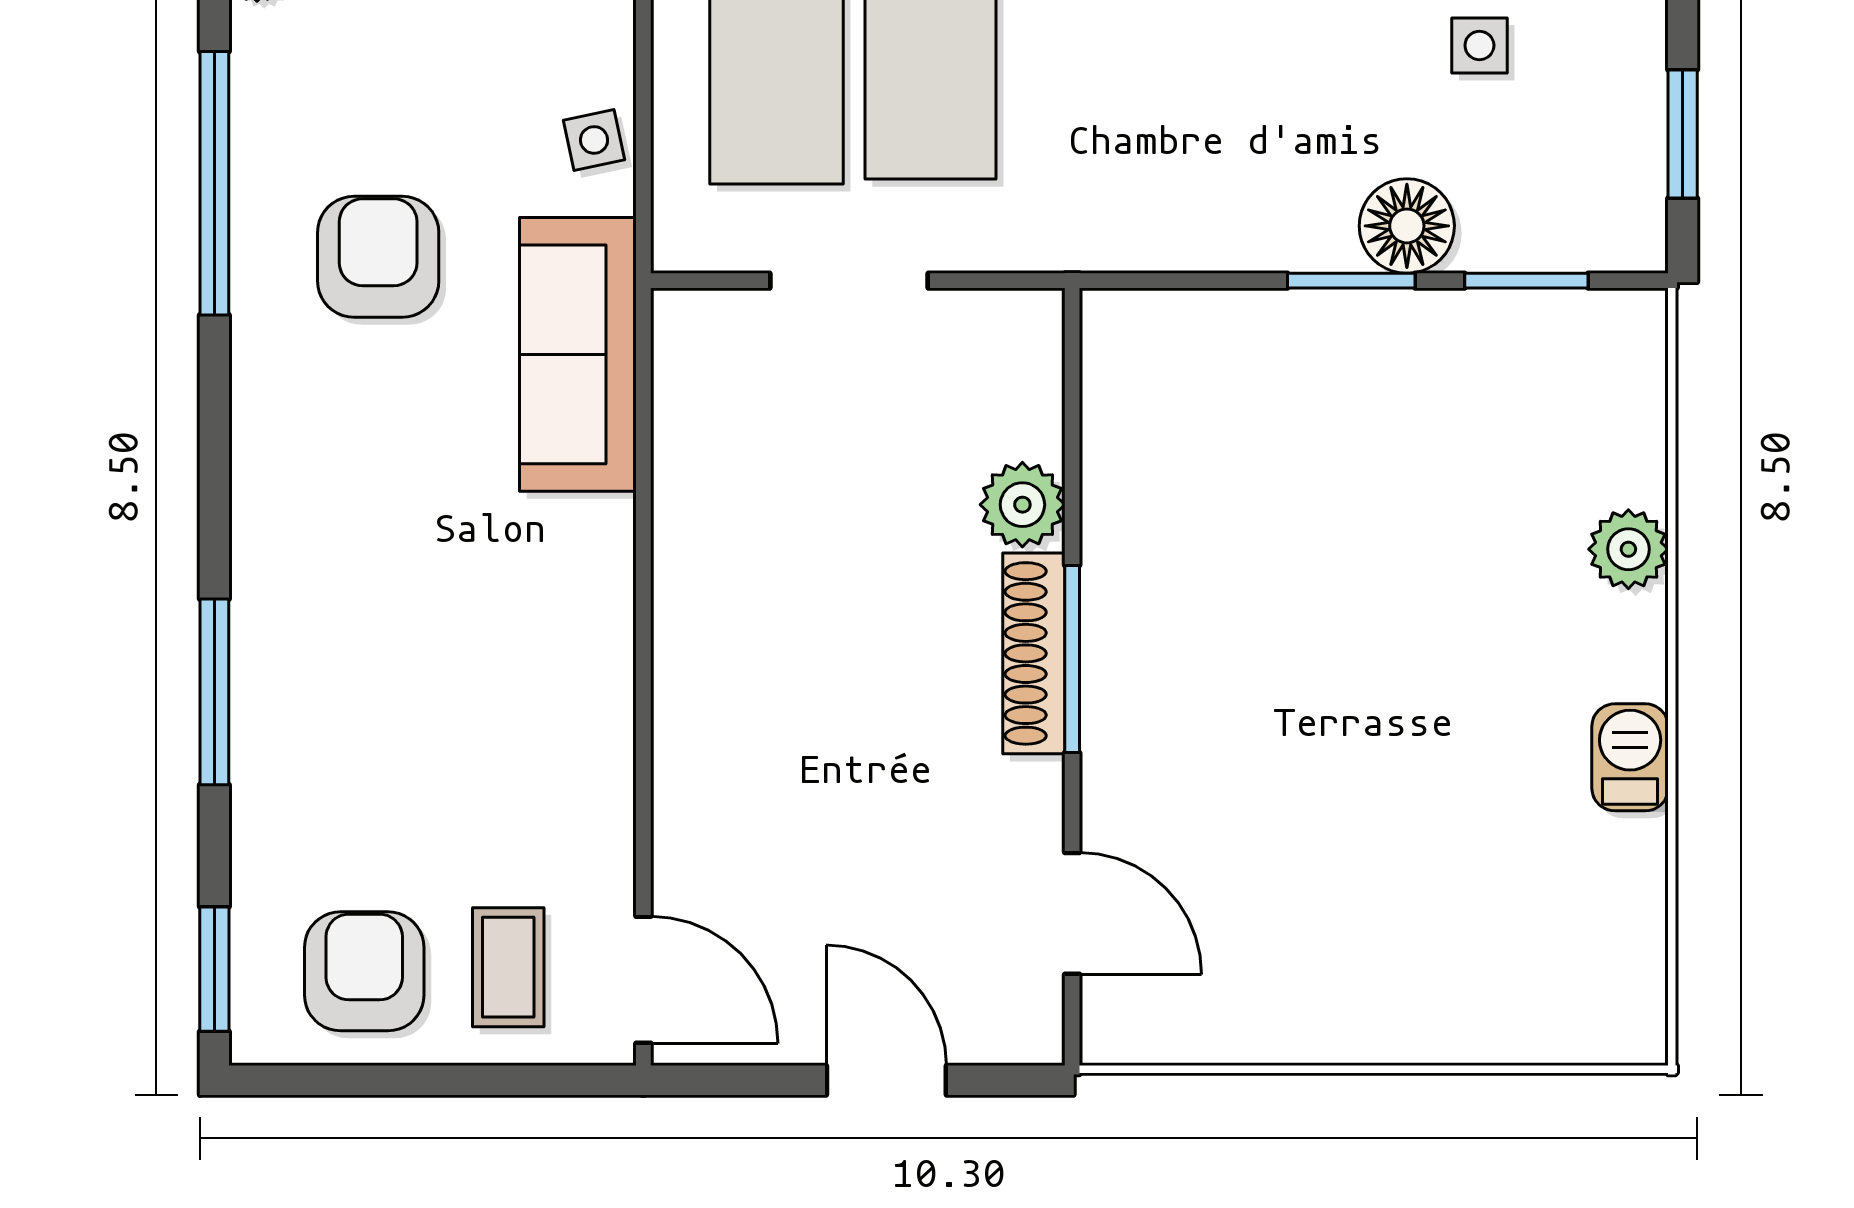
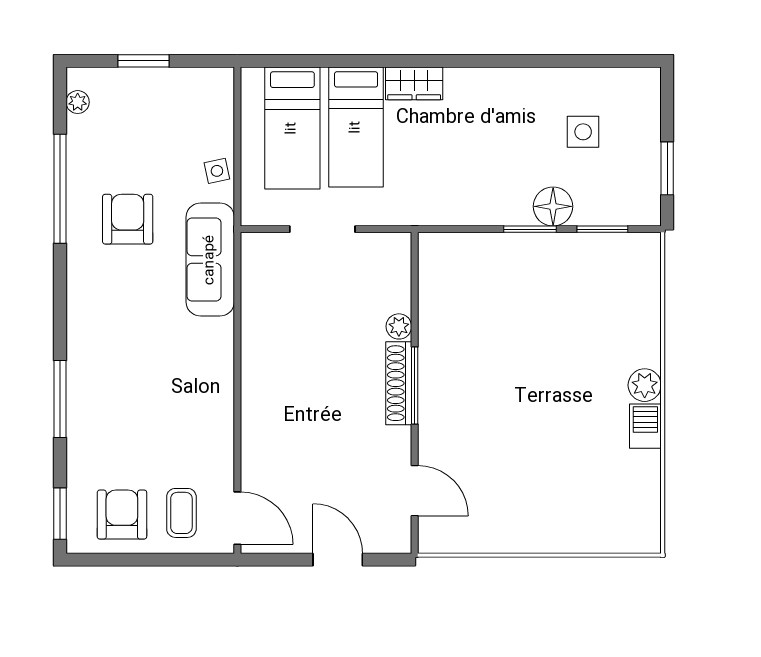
side table: (1479, 45) -> (583, 132), width x1.37, depth x1.37
plant: (1022, 505) -> (399, 326), width x0.73, depth x0.73
plant: (1628, 549) -> (645, 385), moved

